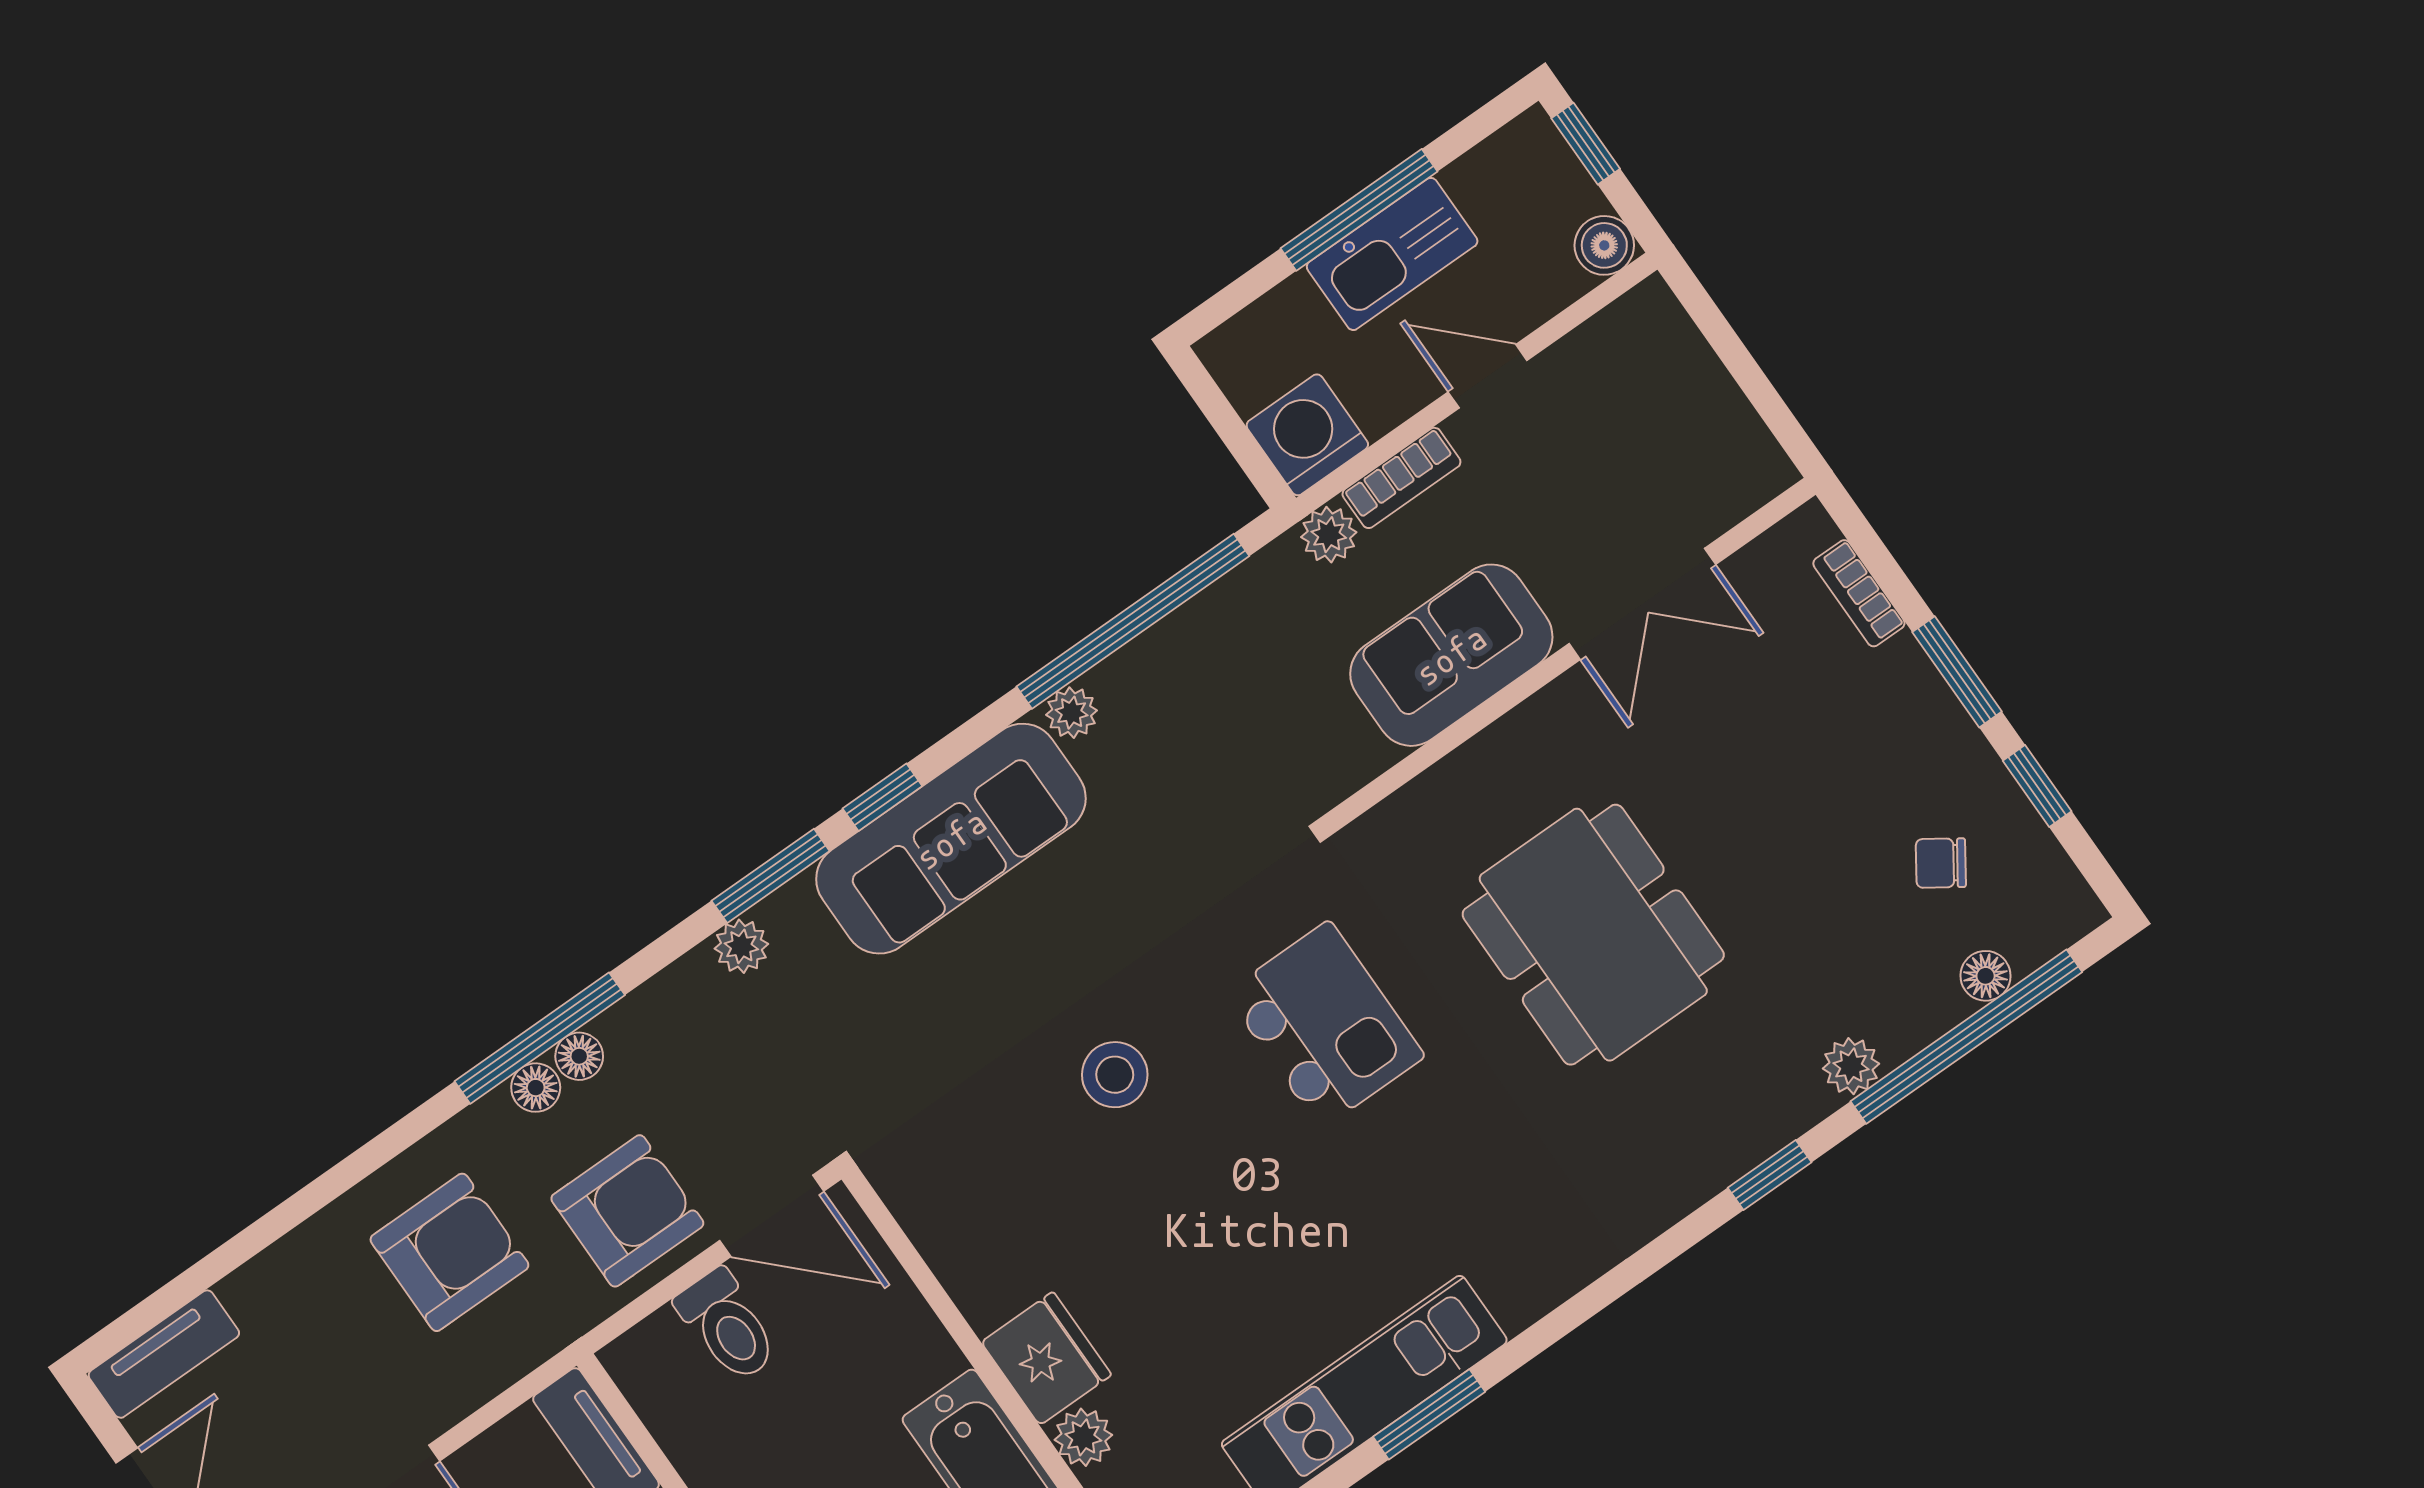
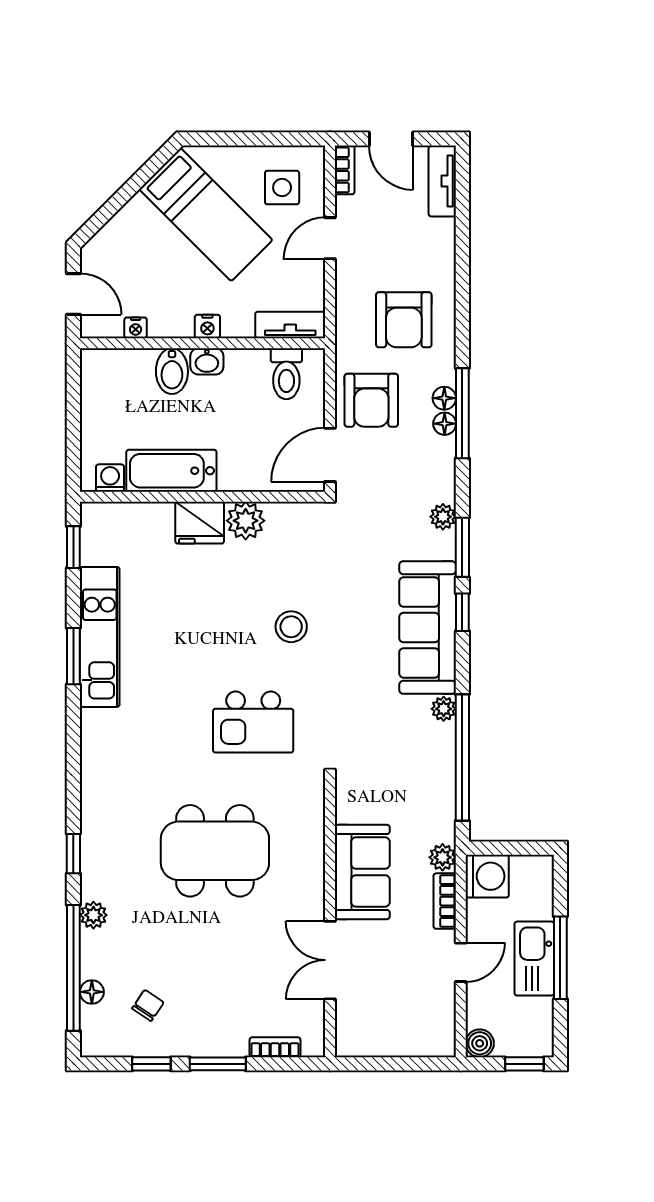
toilet: (727, 1326) -> (286, 374), moved, turned -90
plant: (1083, 1437) -> (246, 521), moved, width x1.38, depth x1.38

